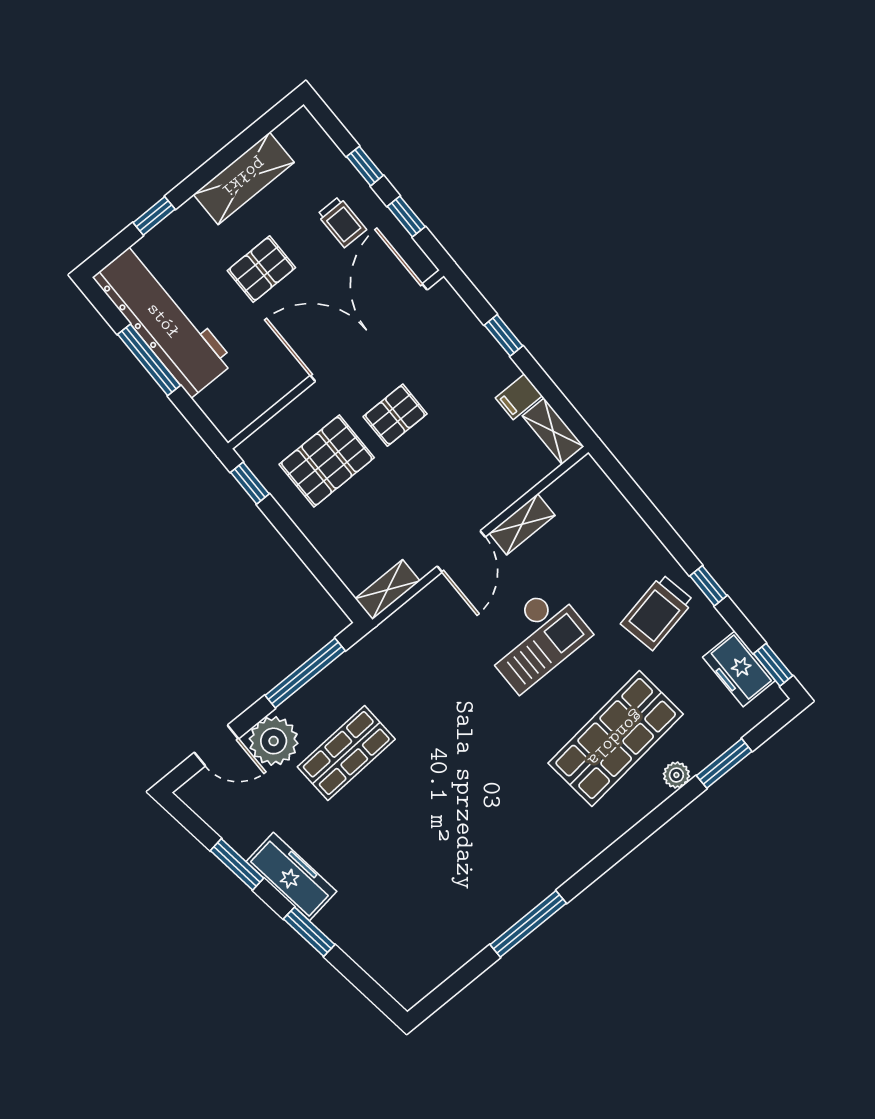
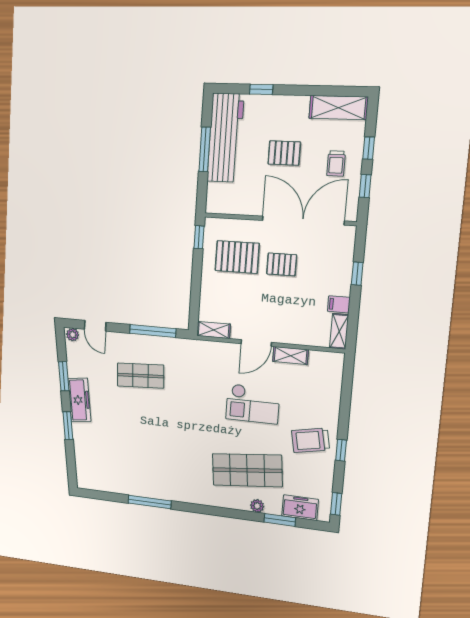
shelving: (244, 178) -> (338, 108), moved
freezer: (739, 669) -> (300, 508), moved, turned 90
plant: (274, 741) -> (73, 335), moved, width x0.53, depth x0.53

